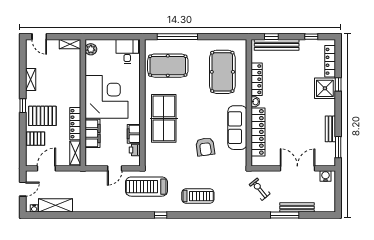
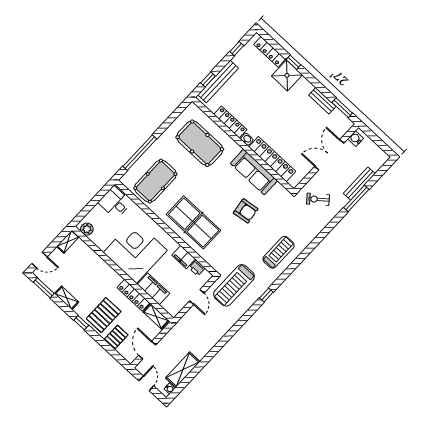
window: (23, 57) -> (44, 288), added

